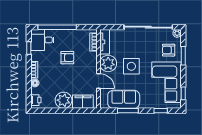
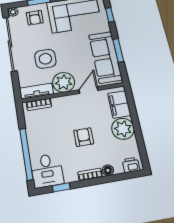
armchair: (67, 58) -> (84, 137), moved
side table: (131, 66) -> (45, 59), moved
sofa: (124, 99) -> (105, 57), width x1.36

